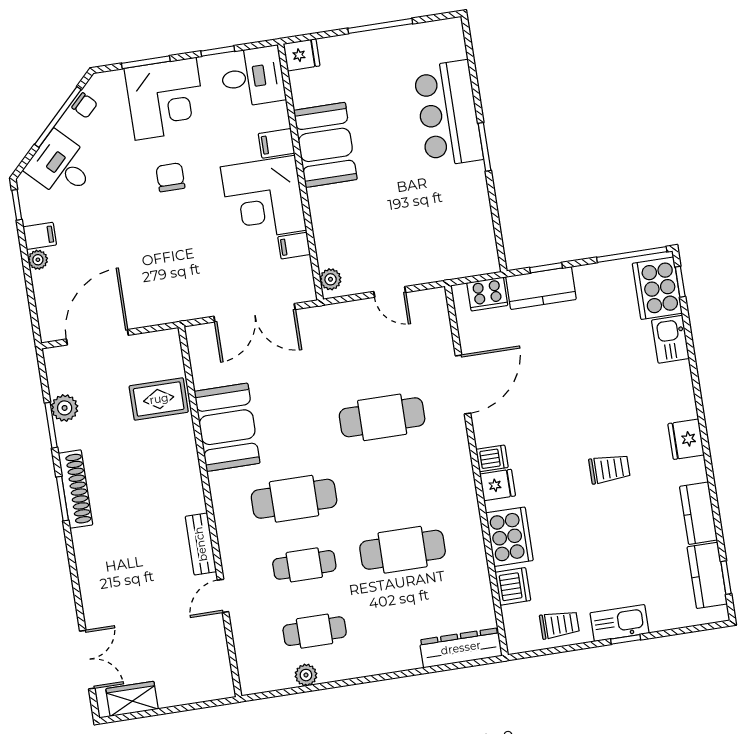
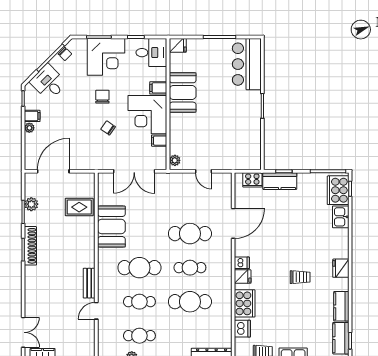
bar counter: (448, 114) -> (247, 64), moved
chair: (191, 236) -> (108, 128), added
cafe table: (392, 484) -> (190, 268), added

